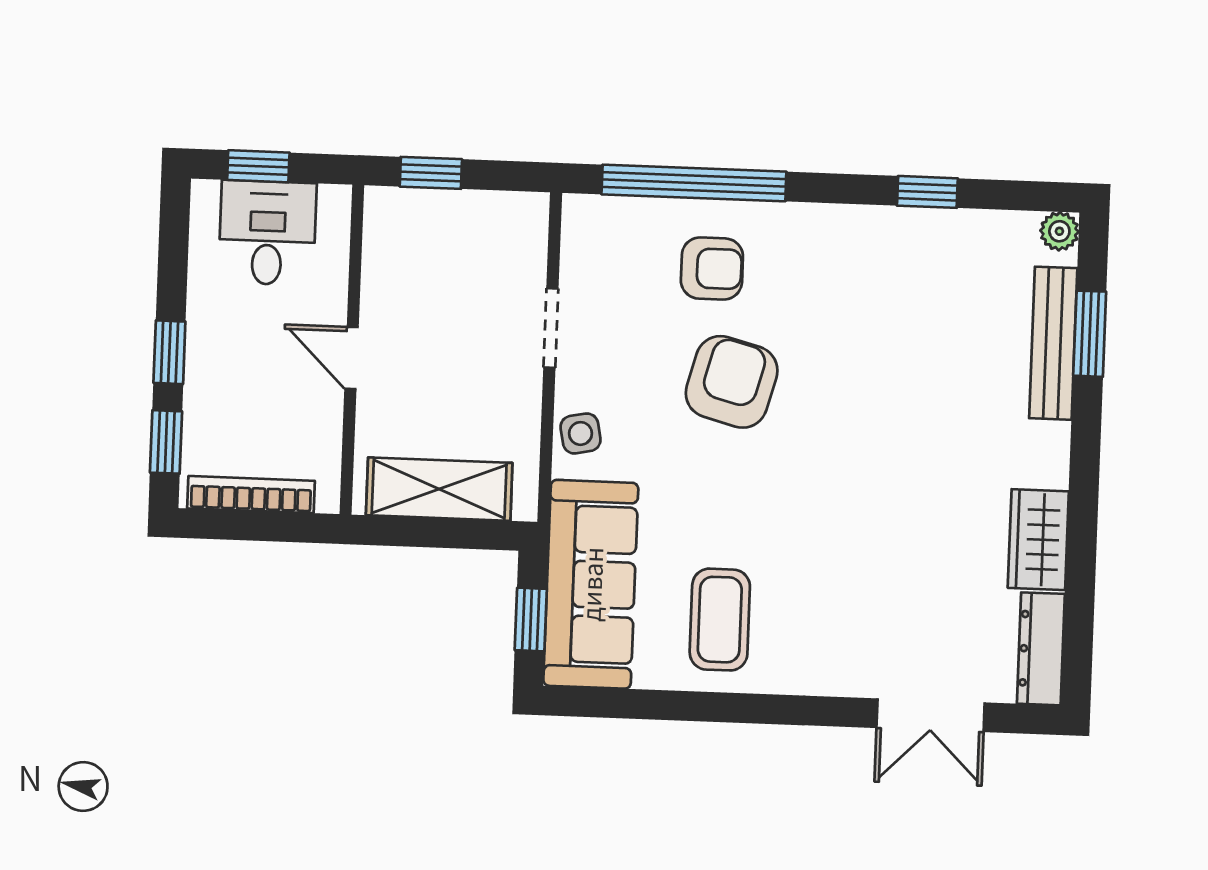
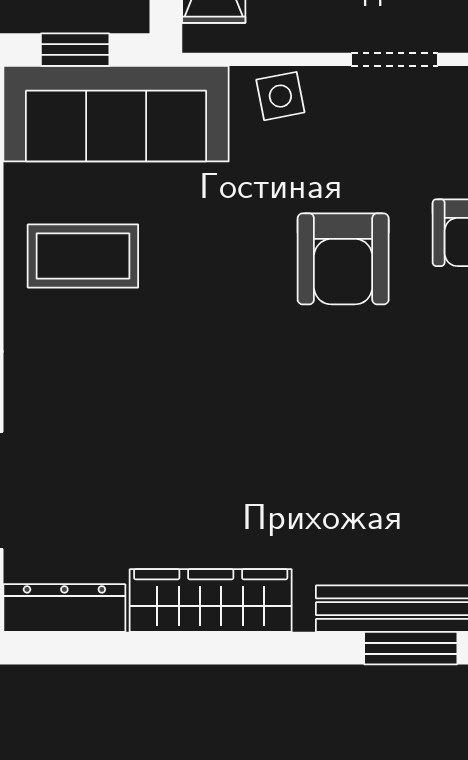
armchair: (732, 382) -> (343, 259), turned 75
wardrobe: (1038, 540) -> (211, 601), width x1.50

